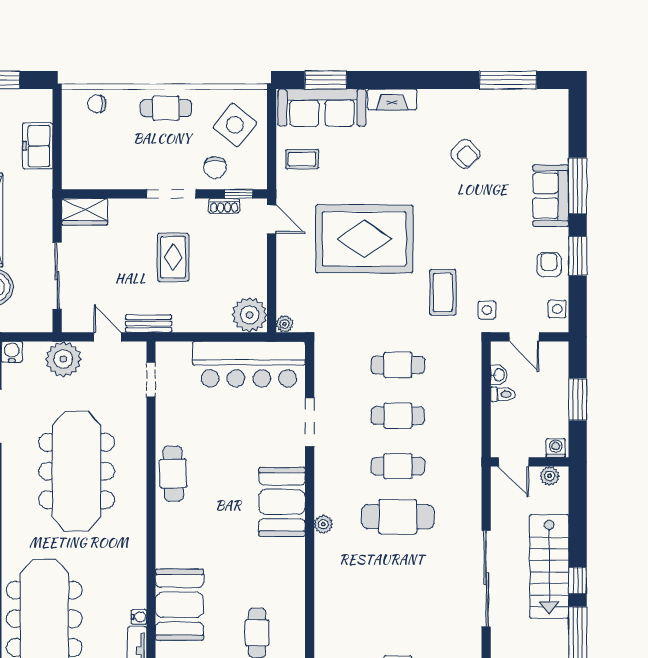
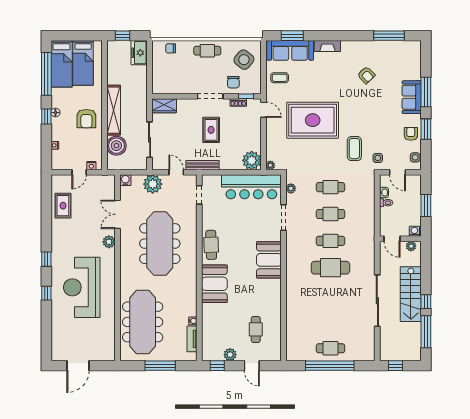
freezer: (38, 146) -> (139, 53), moved
bench: (149, 324) -> (202, 165), width x1.36
plant: (323, 524) -> (291, 188), moved
booth: (179, 605) -> (214, 284), moved

